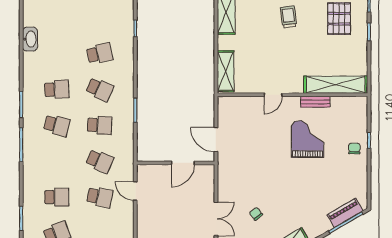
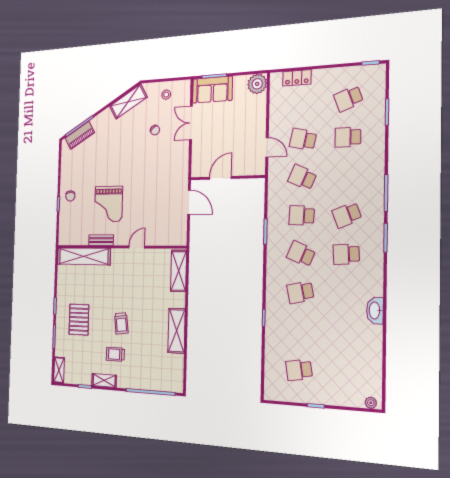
school desk: (57, 125) -> (347, 215), turned -36

